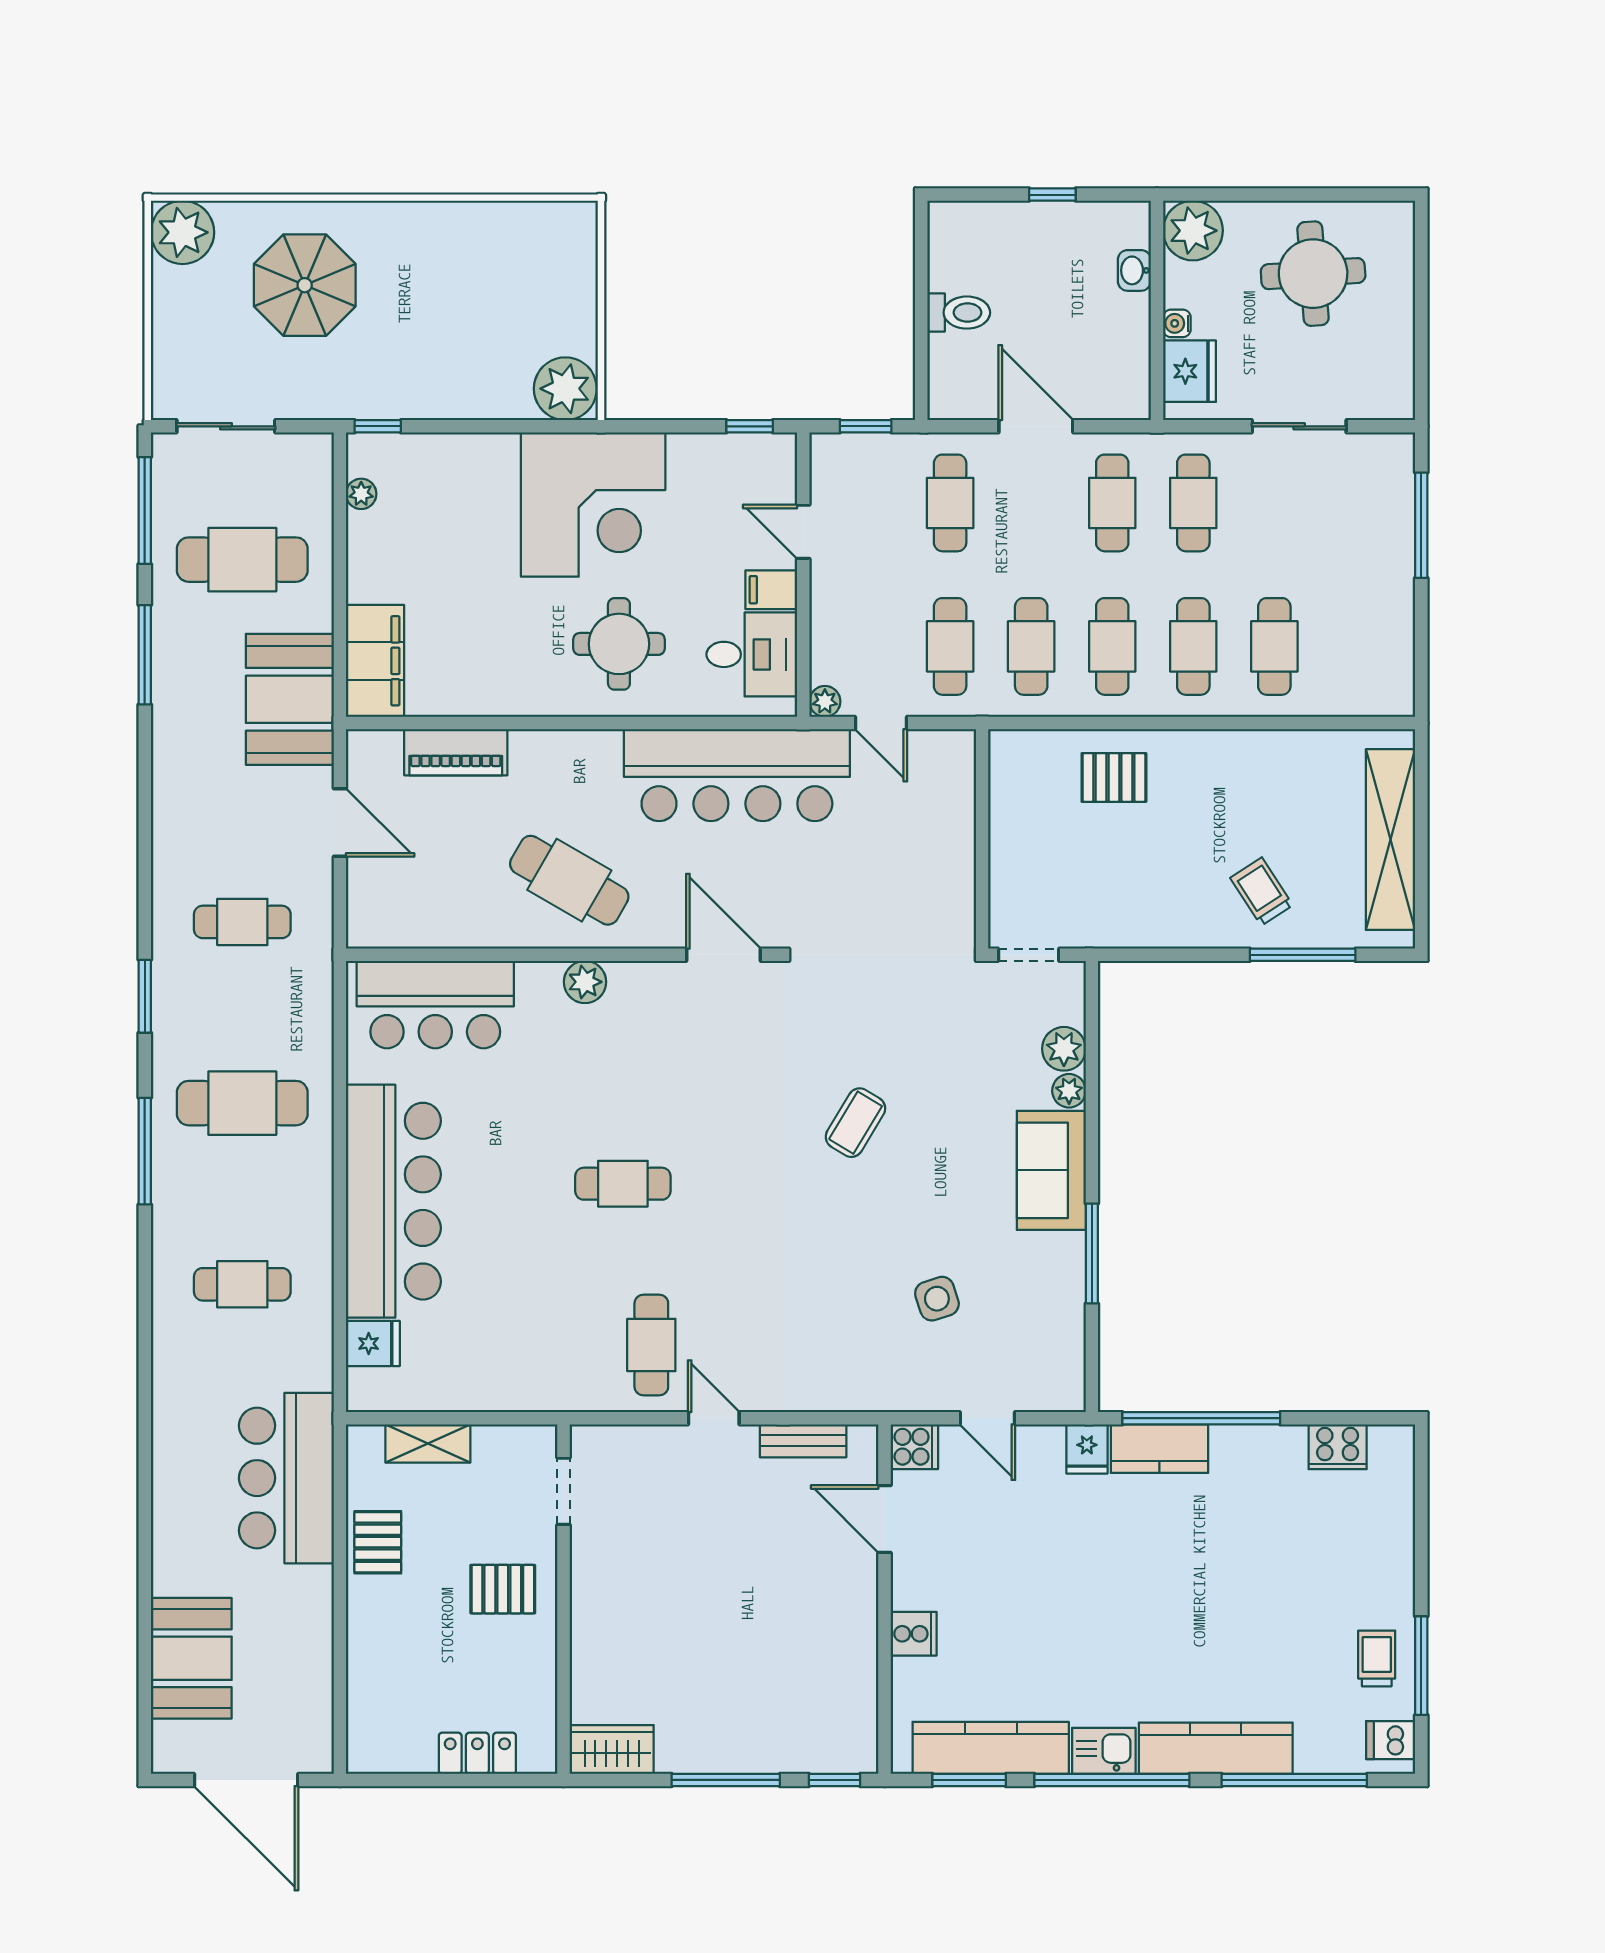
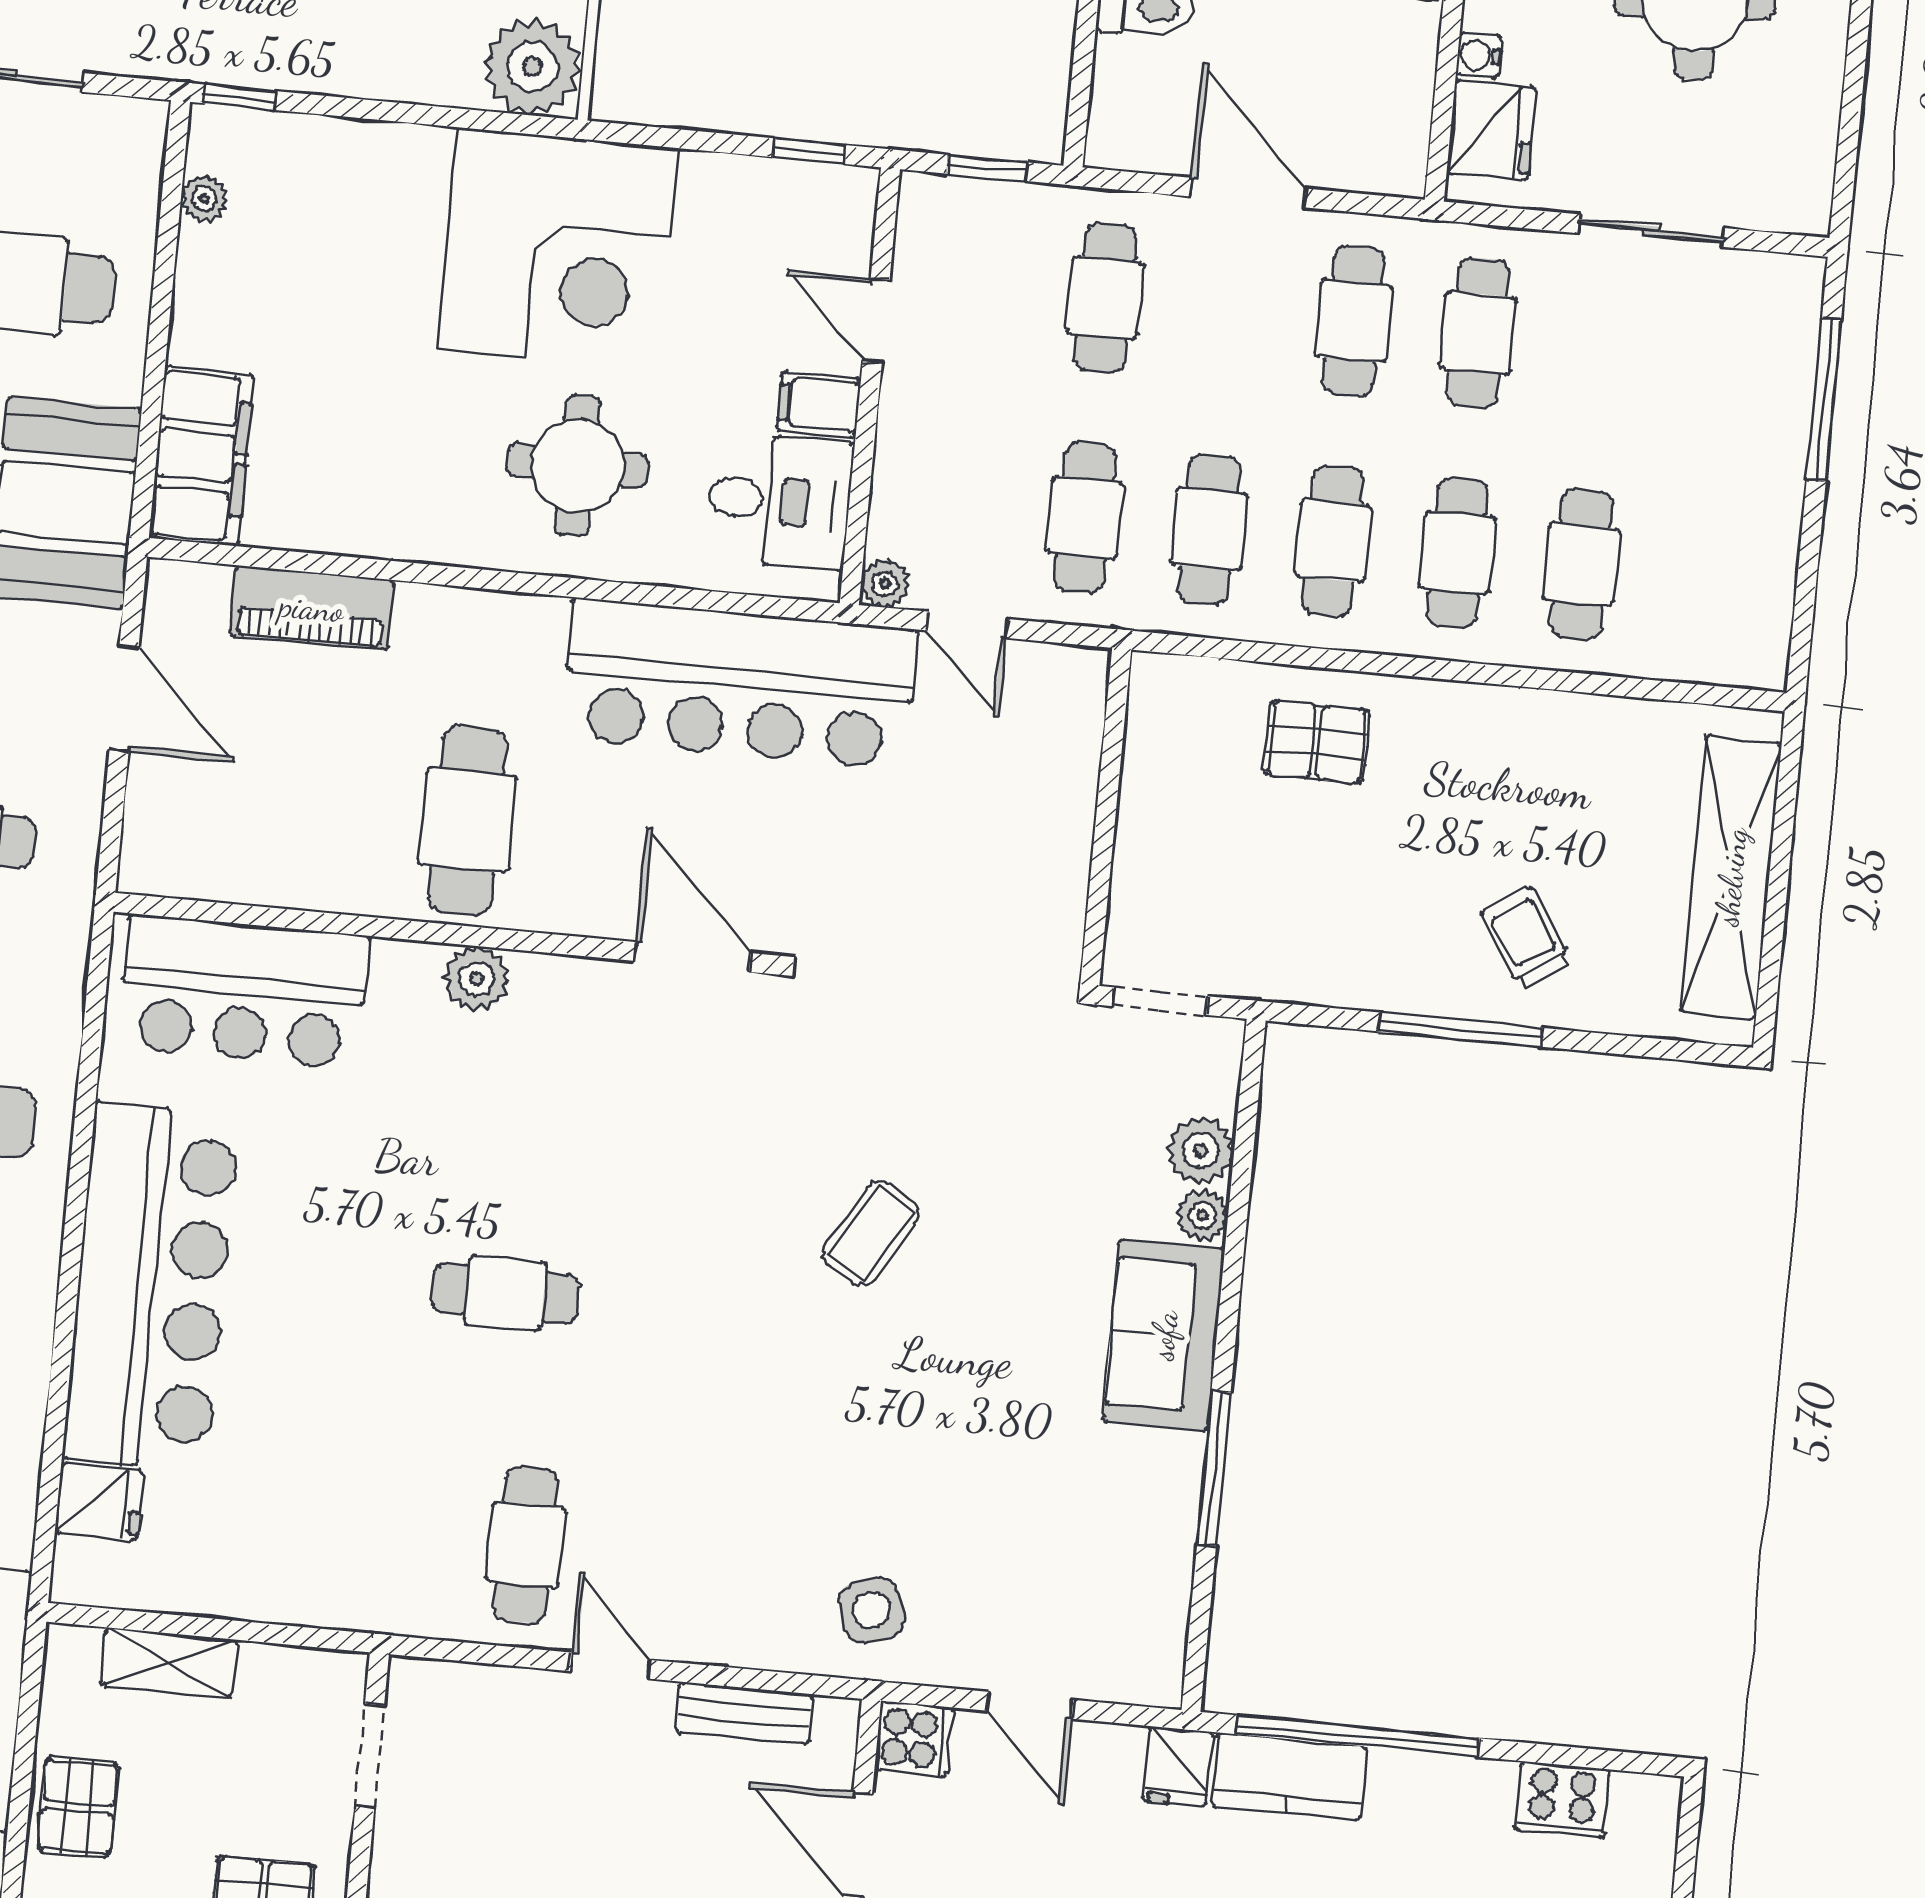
cafe table: (569, 880) -> (467, 820), turned 60
window: (1303, 955) -> (1461, 1030), moved
side table: (937, 1299) -> (871, 1610), moved

